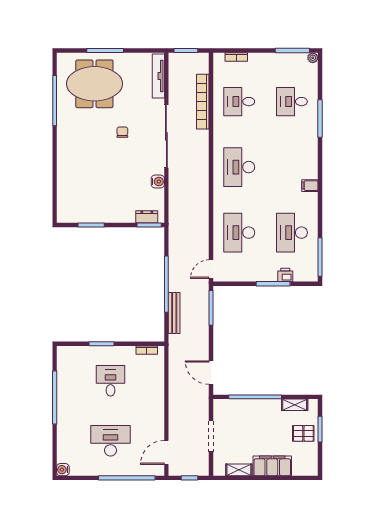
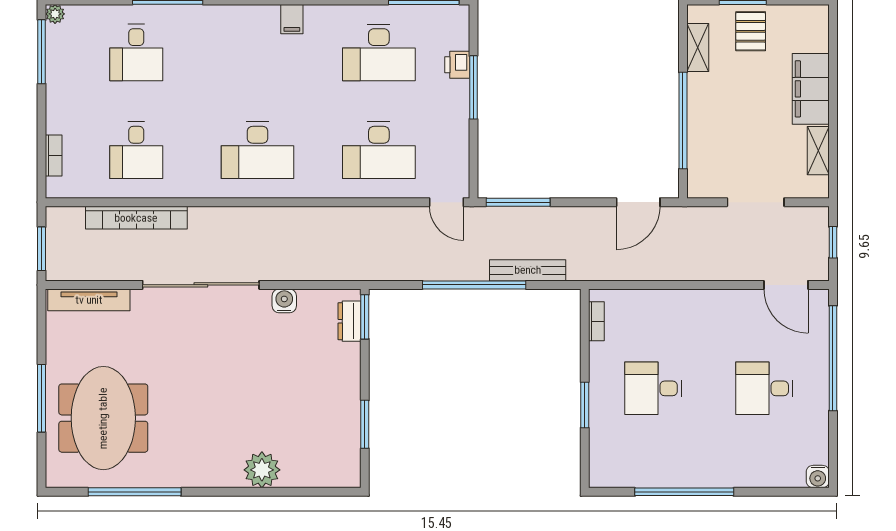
chair: (122, 132) -> (193, 366), removed
plant: (67, 169) -> (262, 470), added
desk: (110, 441) -> (764, 388), width x0.73

